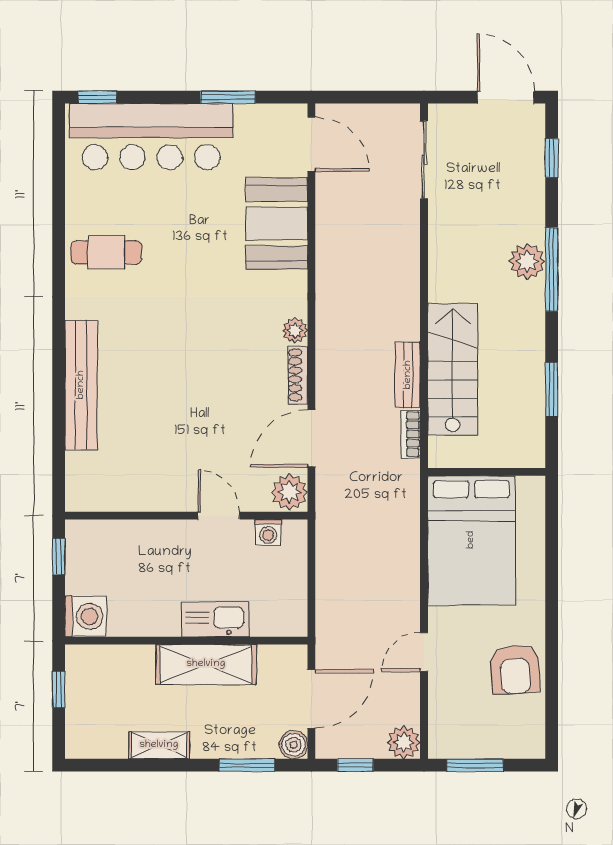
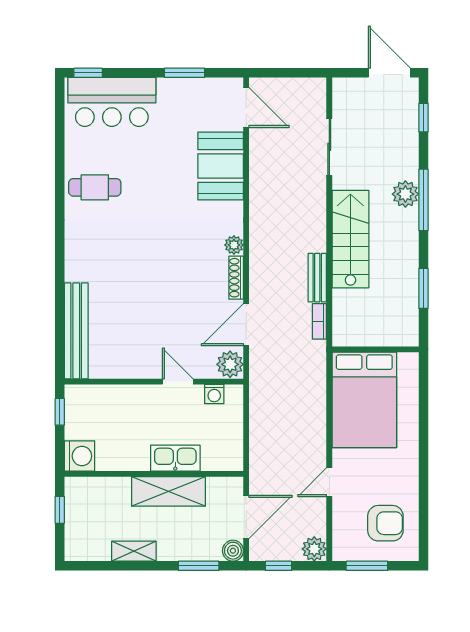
bar counter: (151, 137) -> (112, 102), width x0.73
sliding door: (424, 160) -> (329, 147), moved
stairs: (453, 369) -> (350, 239), moved
bench: (81, 385) -> (76, 331), moved
armchair: (515, 669) -> (385, 523), moved, turned -86

